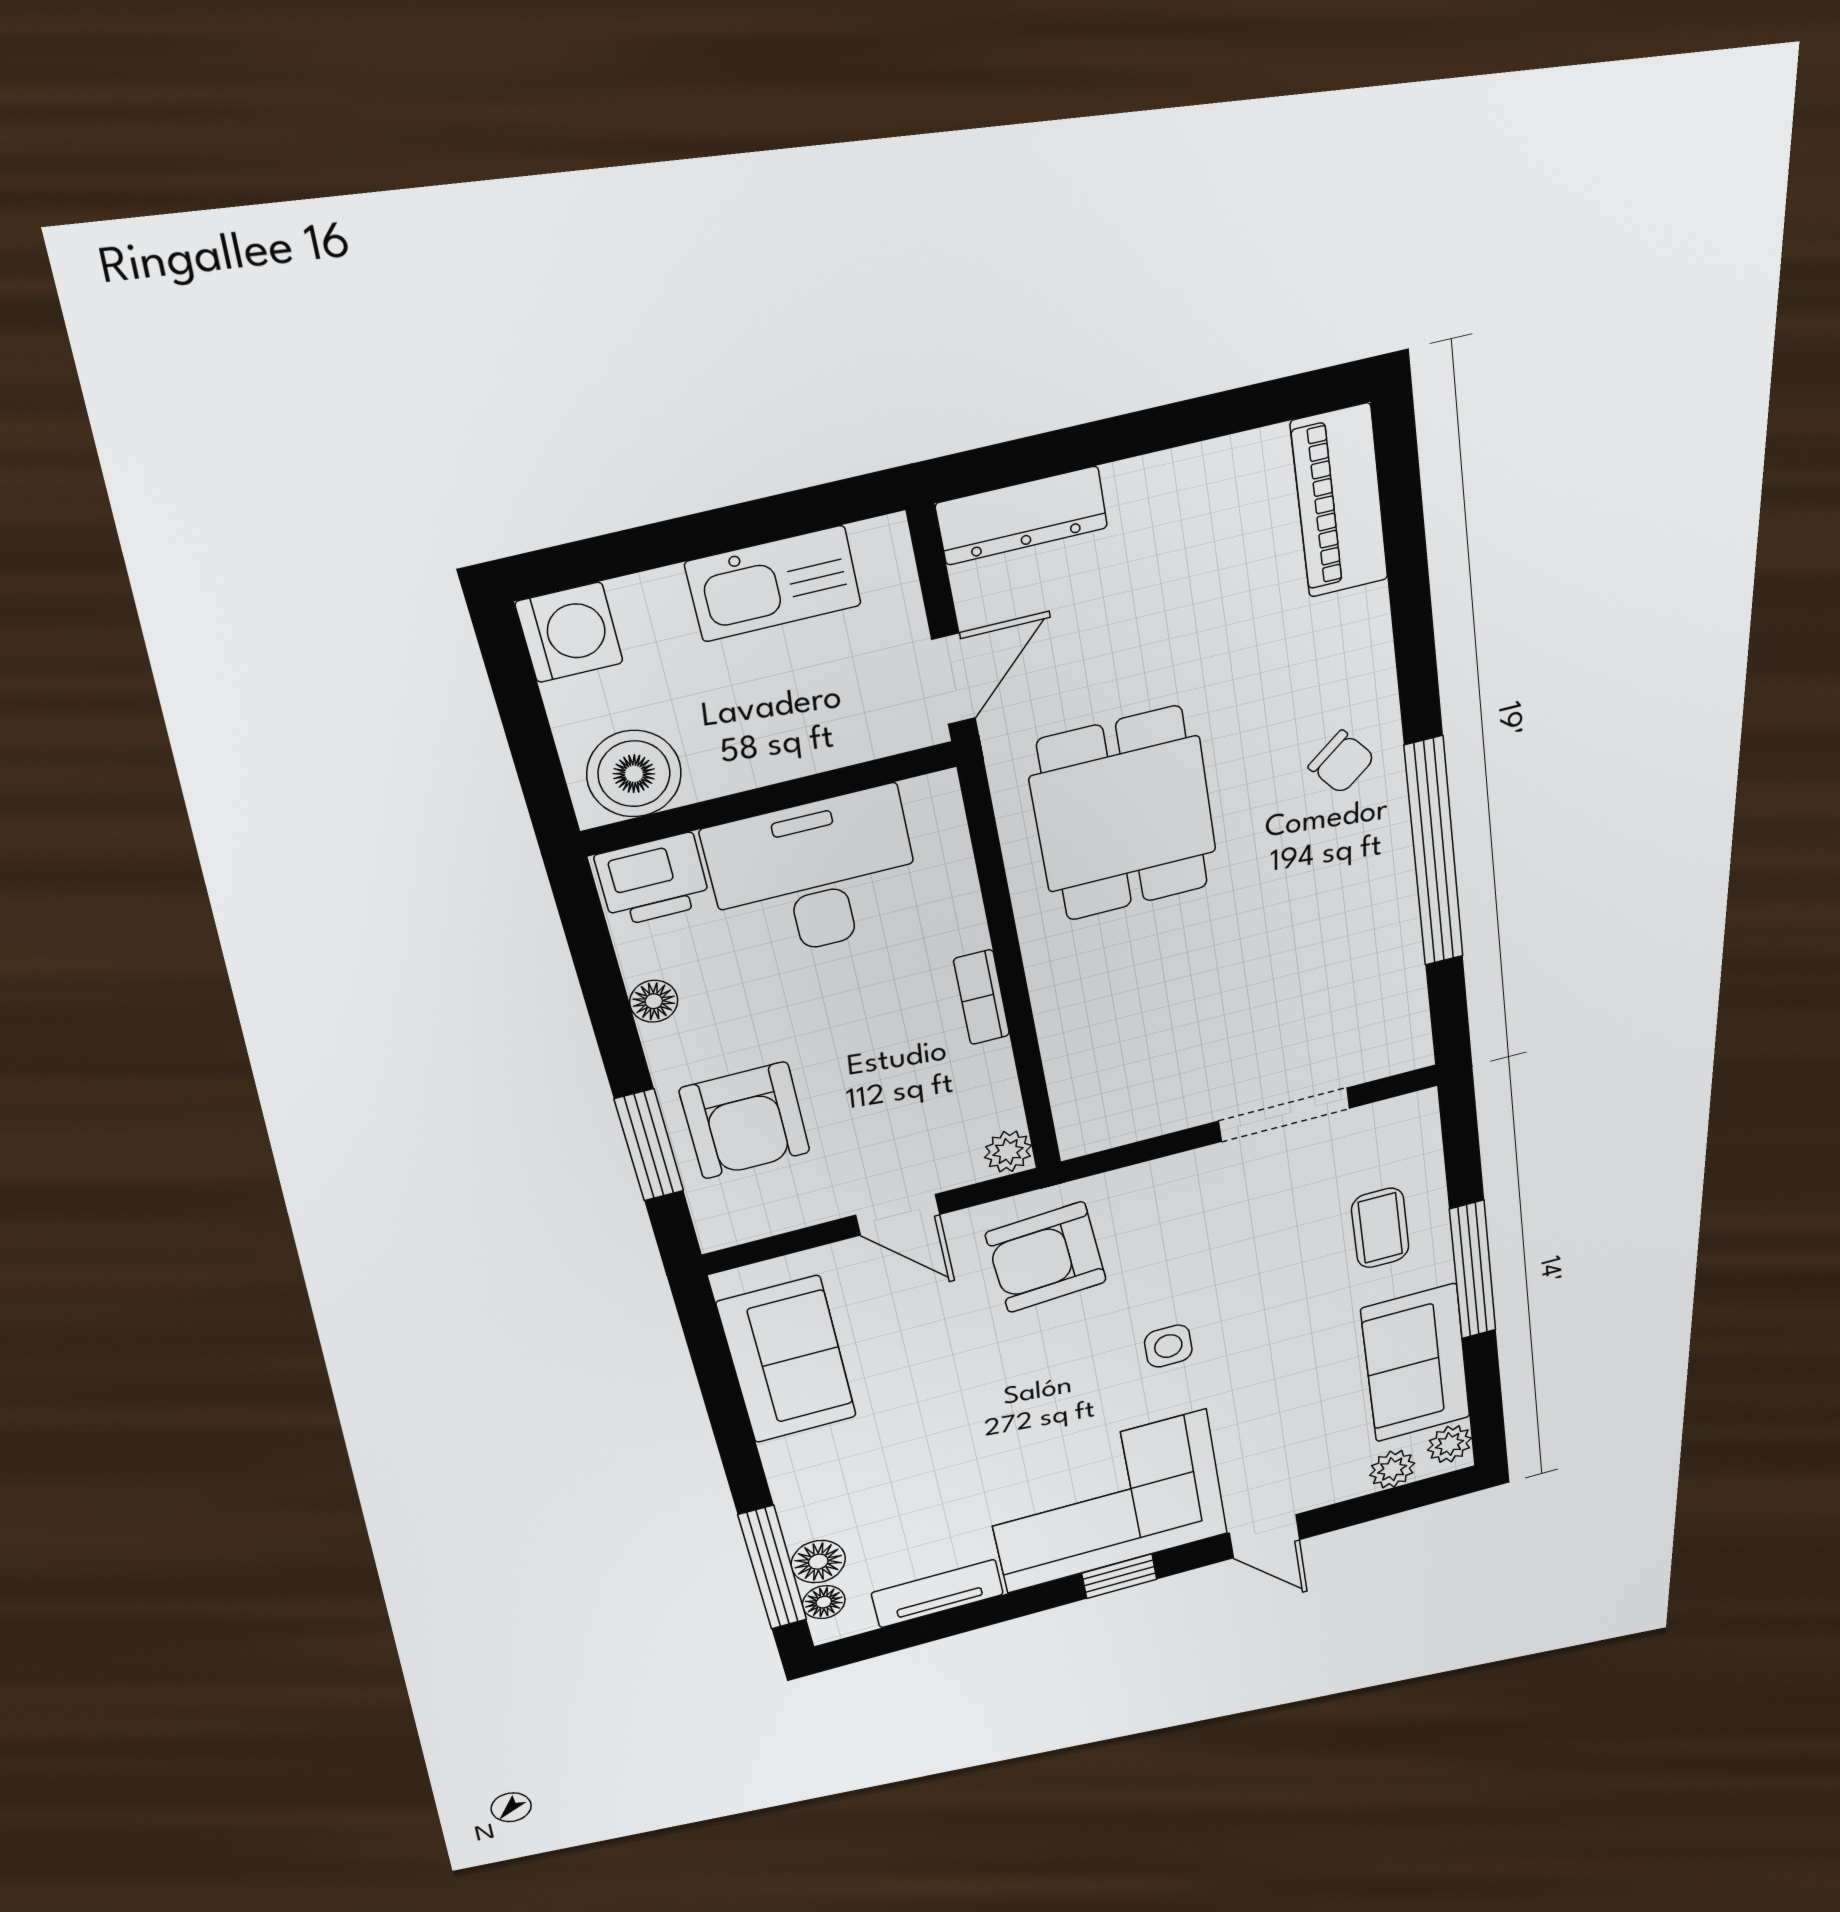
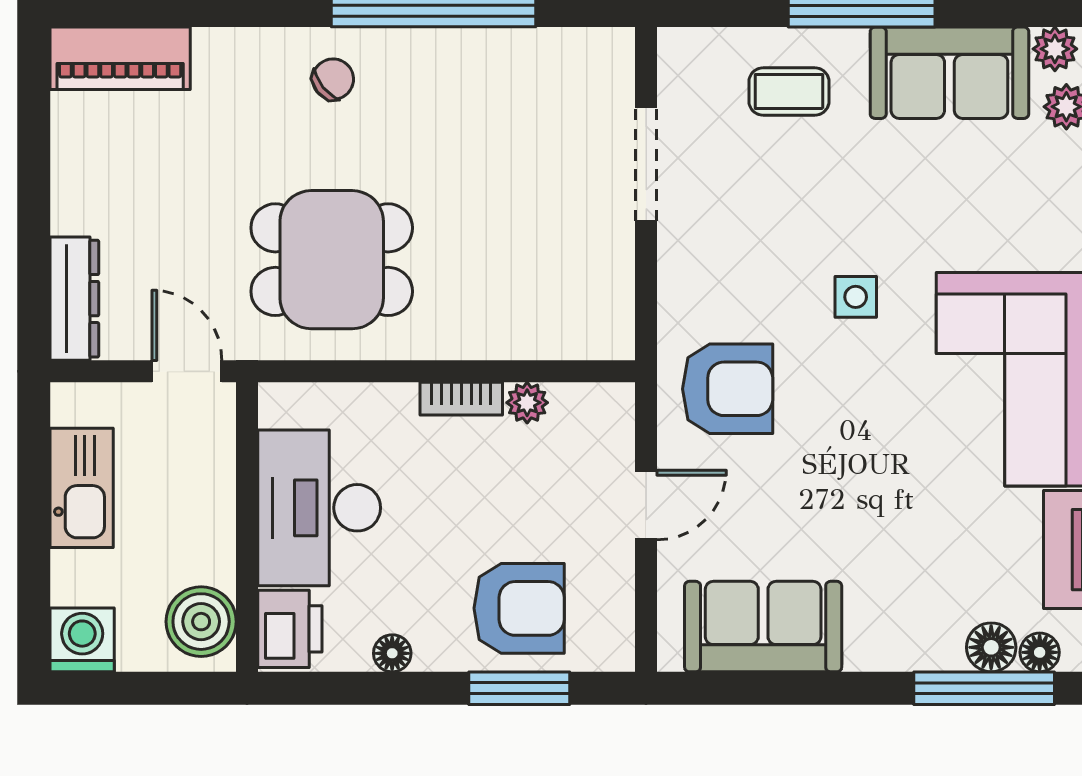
plant: (1008, 1151) -> (527, 403), moved
armchair: (1046, 1257) -> (728, 389), turned -86

